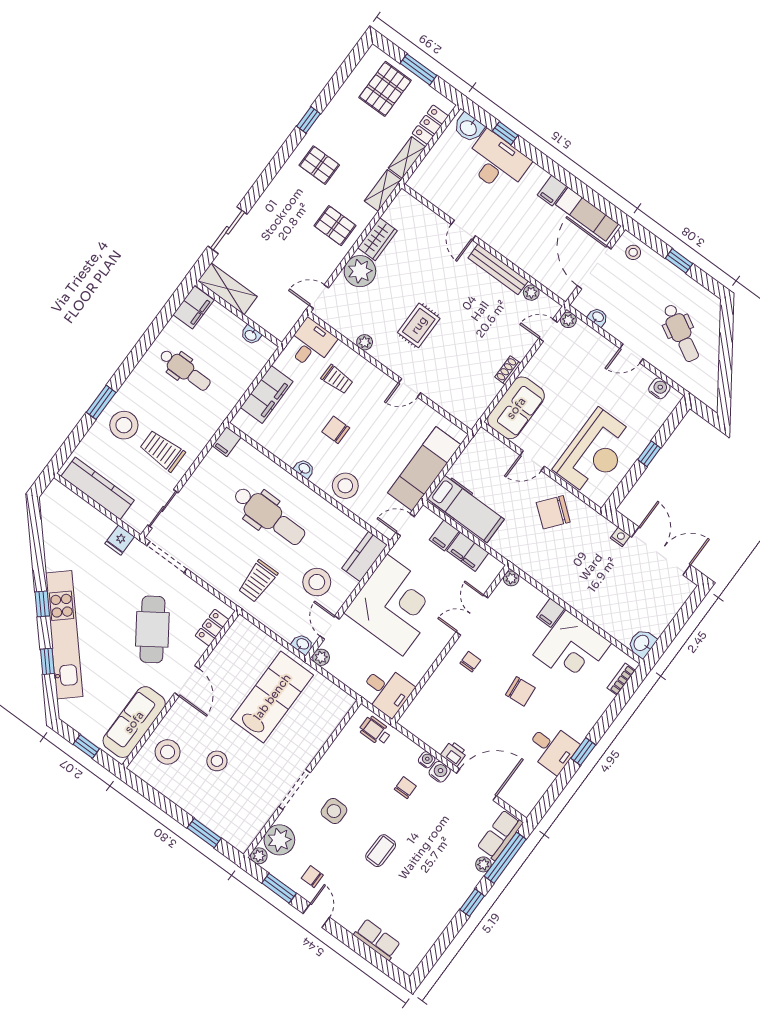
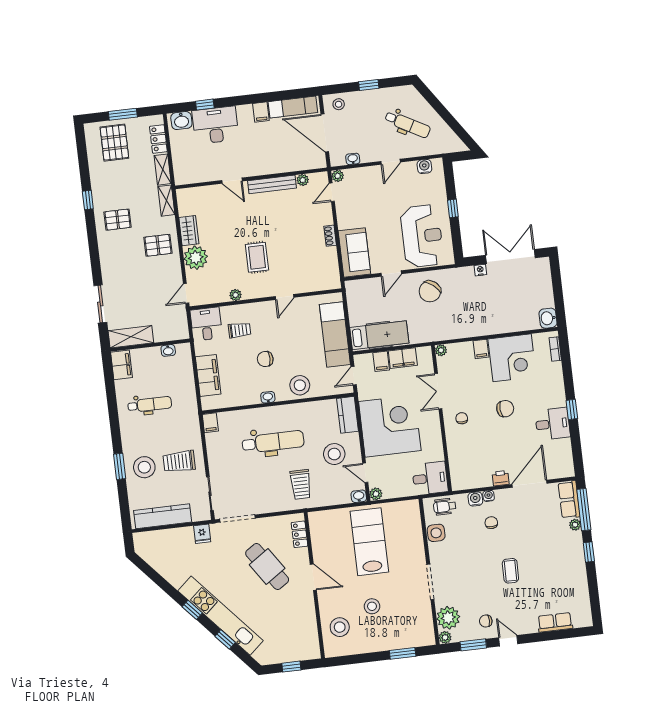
sofa: (134, 722) -> (305, 628), removed
water cooler: (440, 772) -> (475, 499), moved
side table: (334, 811) -> (436, 533), moved

